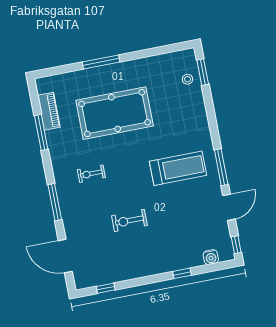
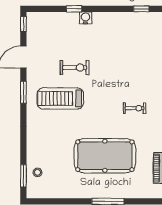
window: (221, 167) -> (23, 92), width x0.69
exercise bike: (129, 221) -> (75, 68), moved
water cooler: (211, 257) -> (86, 18), moved

